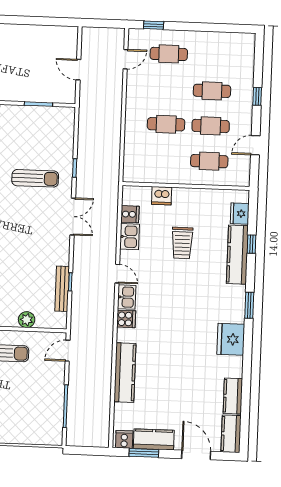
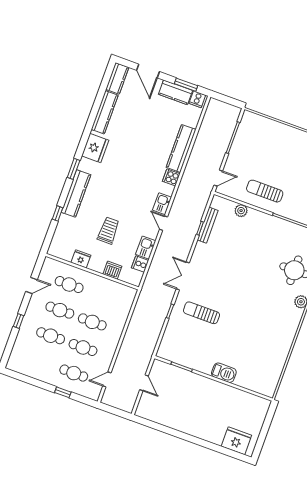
window: (154, 25) -> (63, 392), moved
cafe table: (167, 89) -> (83, 347), added
fridge: (240, 214) -> (81, 259), moved, turned -90
kitchen counter: (237, 255) -> (76, 193), moved
cooker: (126, 319) -> (171, 177), moved
kitchen counter: (233, 396) -> (105, 112), width x1.50

